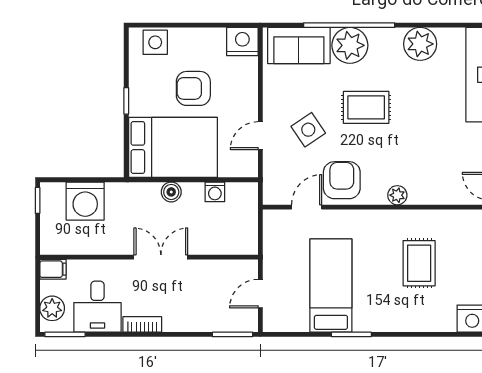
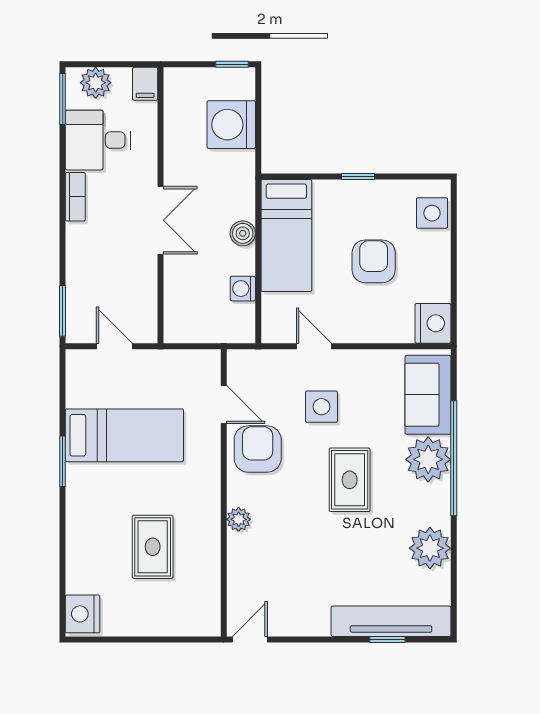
side table: (308, 130) -> (321, 407), turned 34
bed: (173, 147) -> (286, 236), width x0.67
armchair: (342, 180) -> (258, 449), turned -90
rug: (419, 263) -> (153, 547), turned 90

